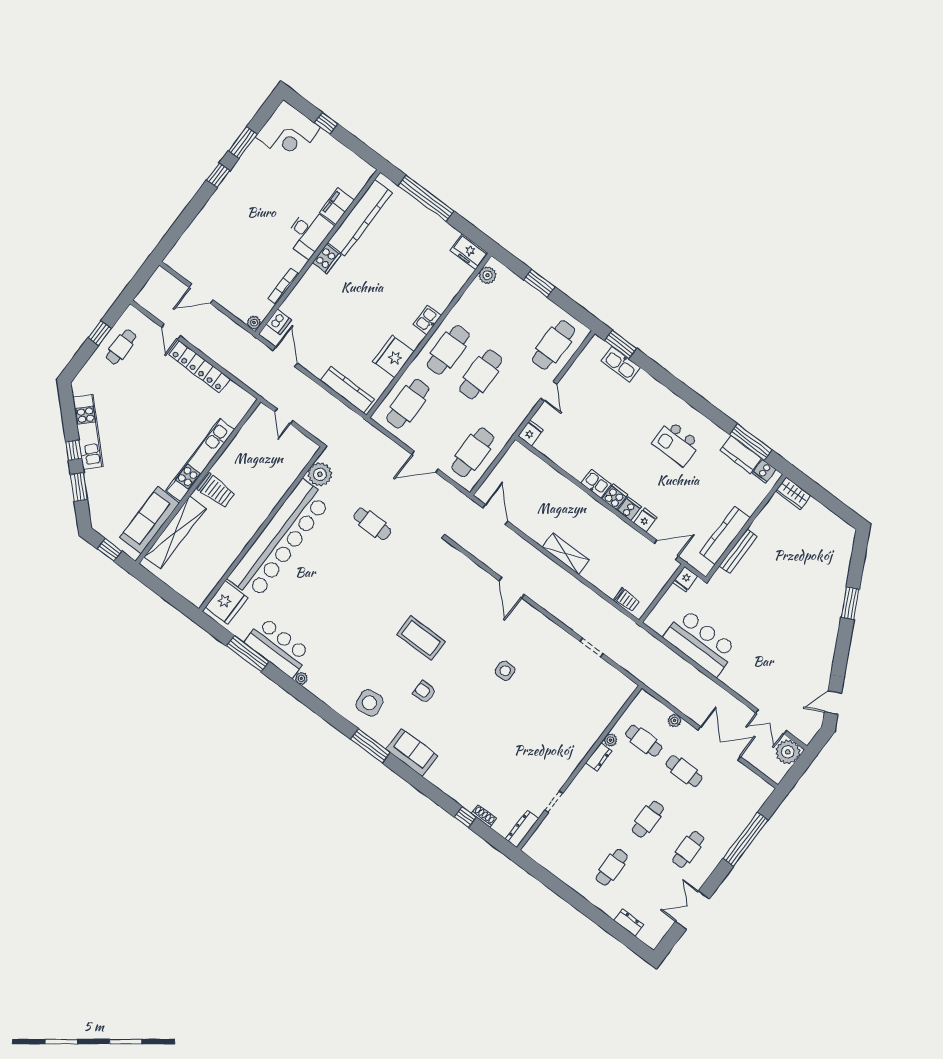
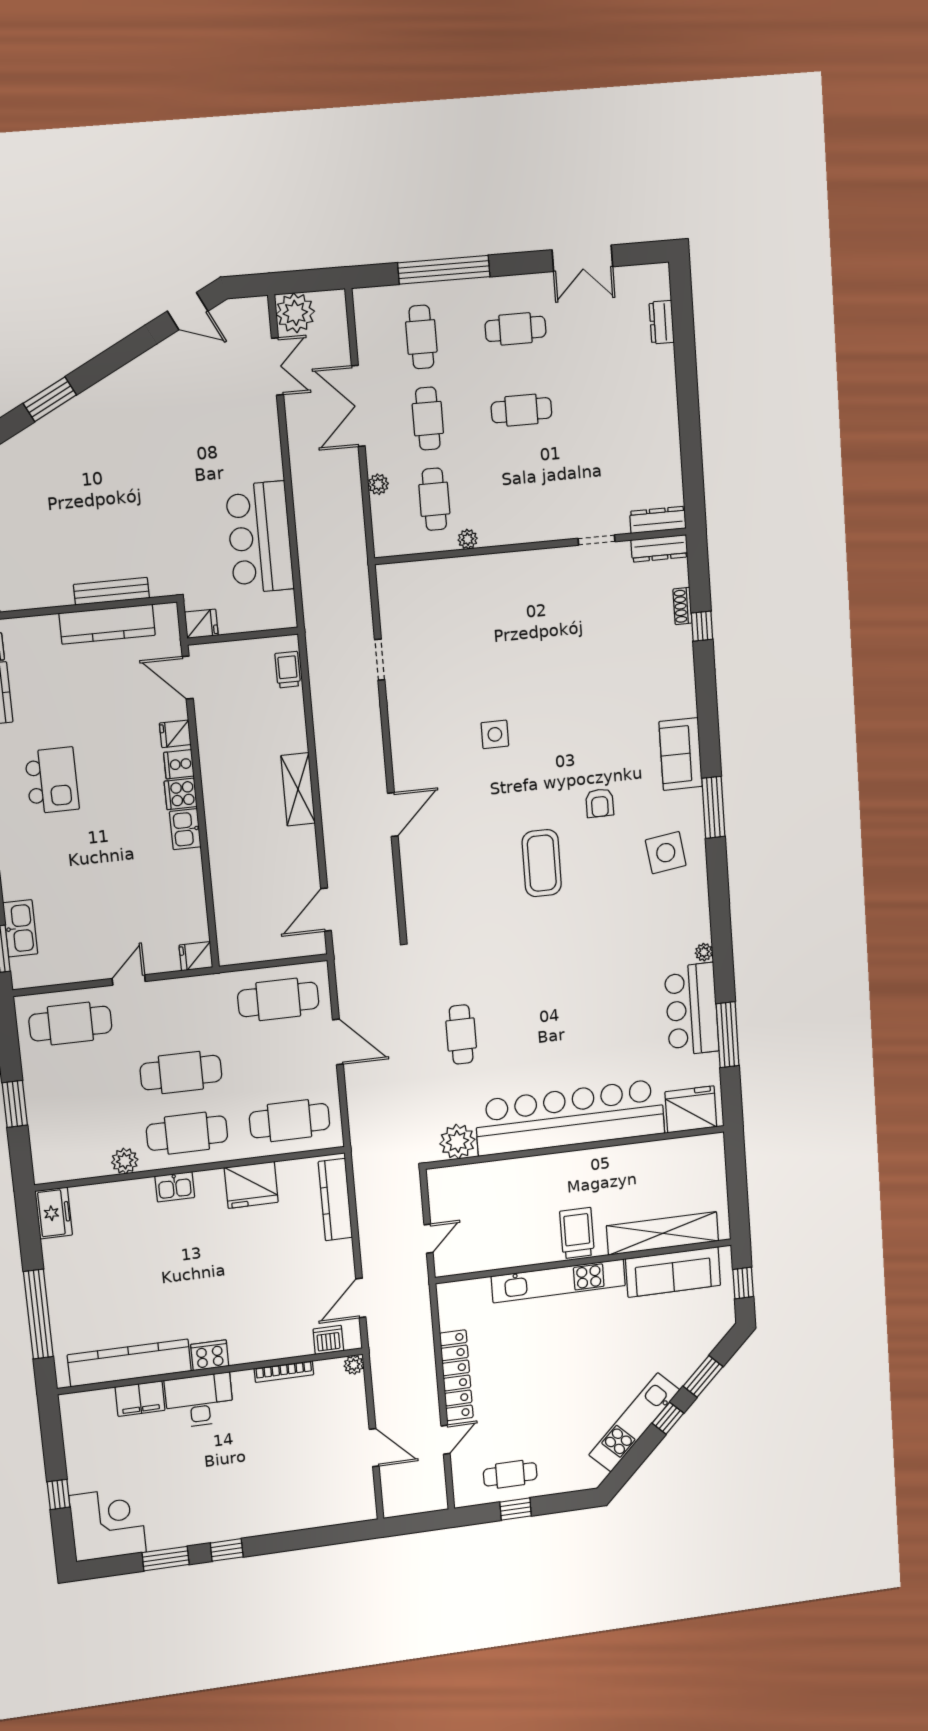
plant: (487, 275) -> (125, 1161), moved
dresser: (599, 757) -> (658, 520), moved, width x1.44
cafe table: (612, 867) -> (421, 337), moved, turned 90

